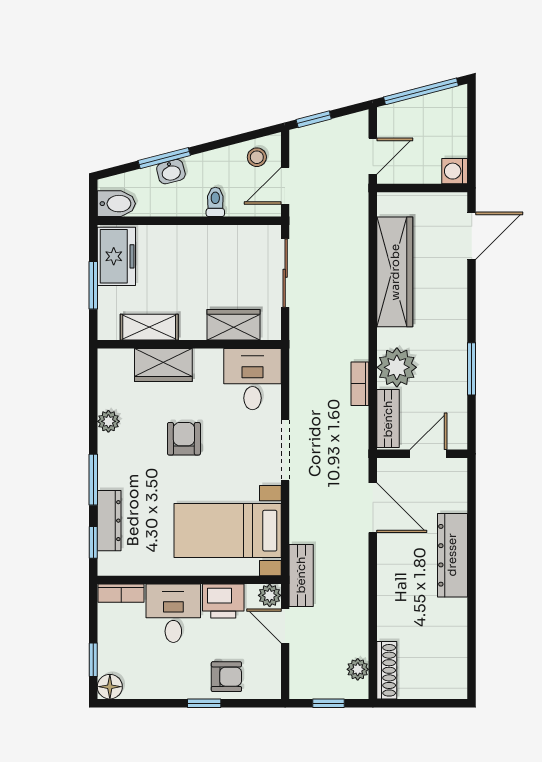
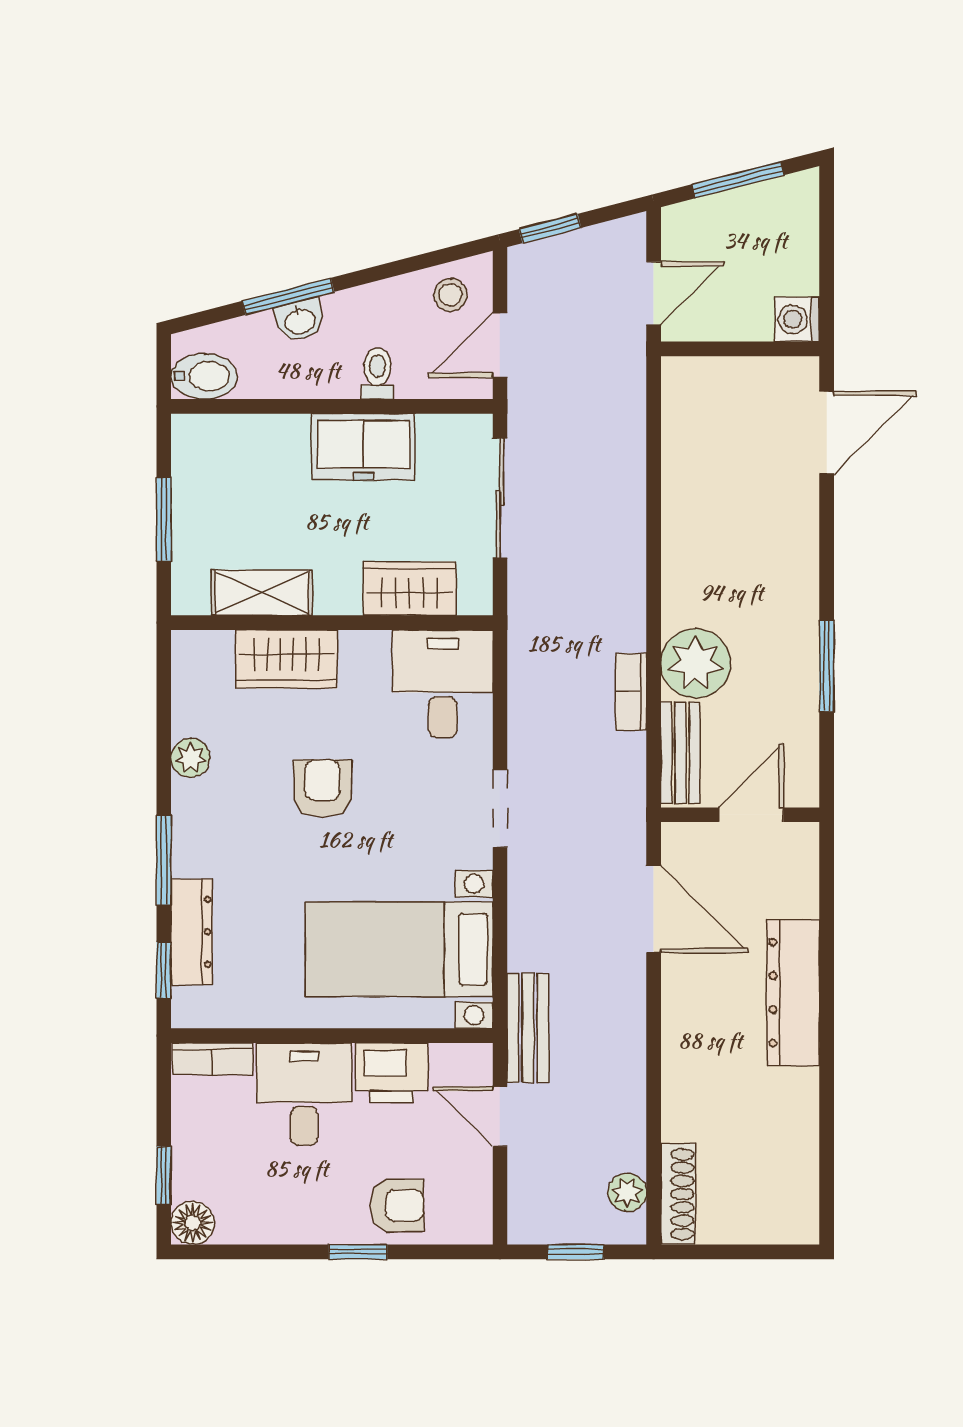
window: (421, 91) -> (738, 180), width x0.69
freezer: (116, 256) -> (363, 447), moved, turned 90
wardrobe: (395, 272) -> (692, 496), removed
doorway: (285, 450) -> (500, 808), width x0.73
plant: (270, 595) -> (473, 1063), removed

